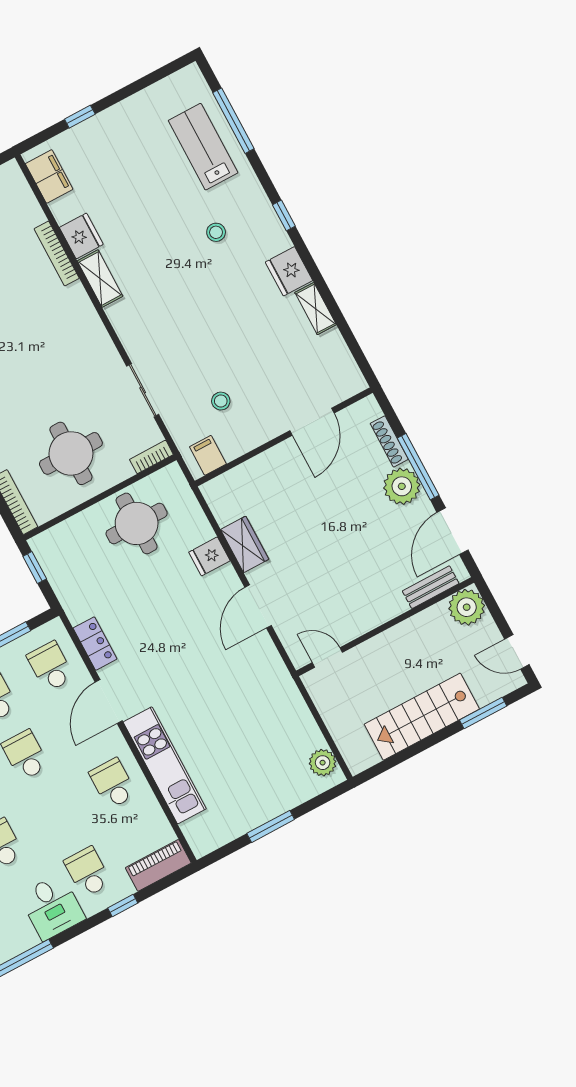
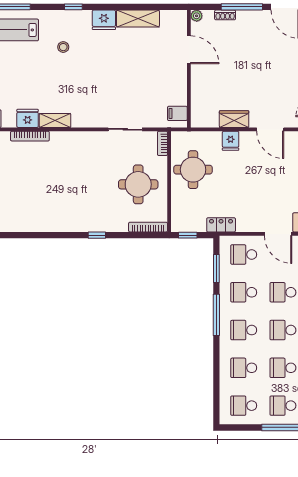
shelving: (316, 309) -> (138, 18), width x1.50, depth x1.33
stool: (221, 401) -> (153, 92), removed
shoe rack: (389, 441) -> (225, 15), width x0.70
plant: (402, 486) -> (197, 16), moved, width x0.53, depth x0.53
locker: (95, 644) -> (221, 225), moved

